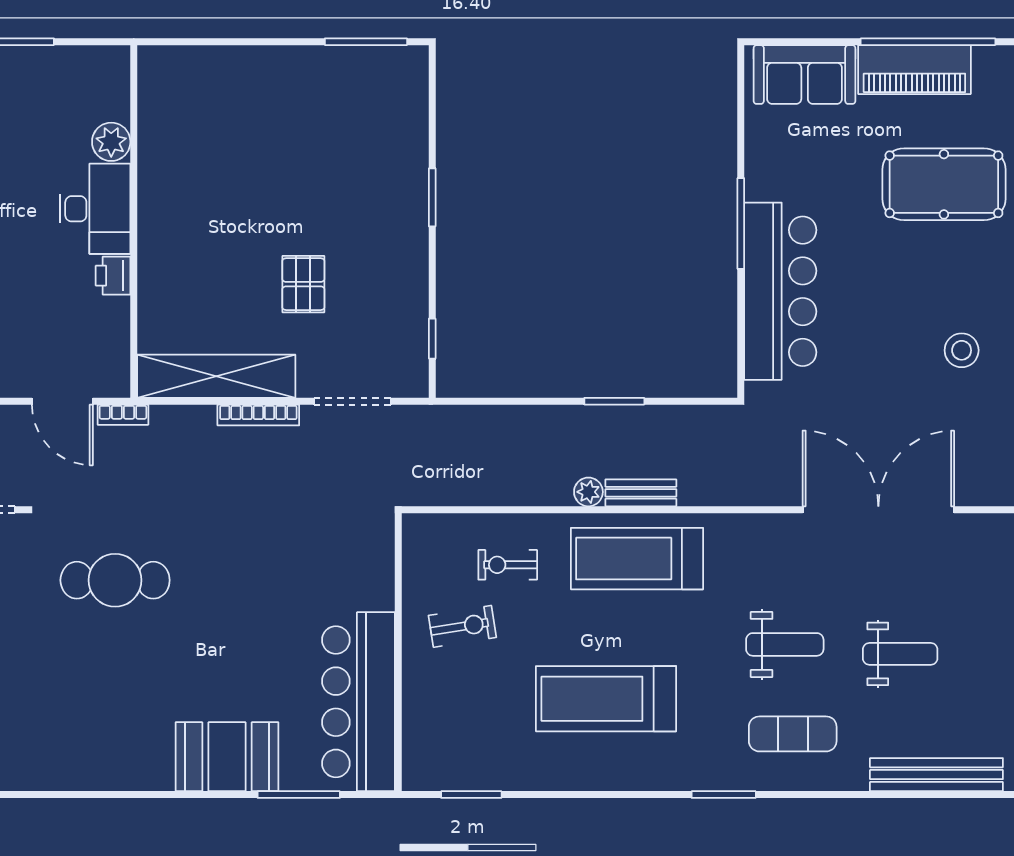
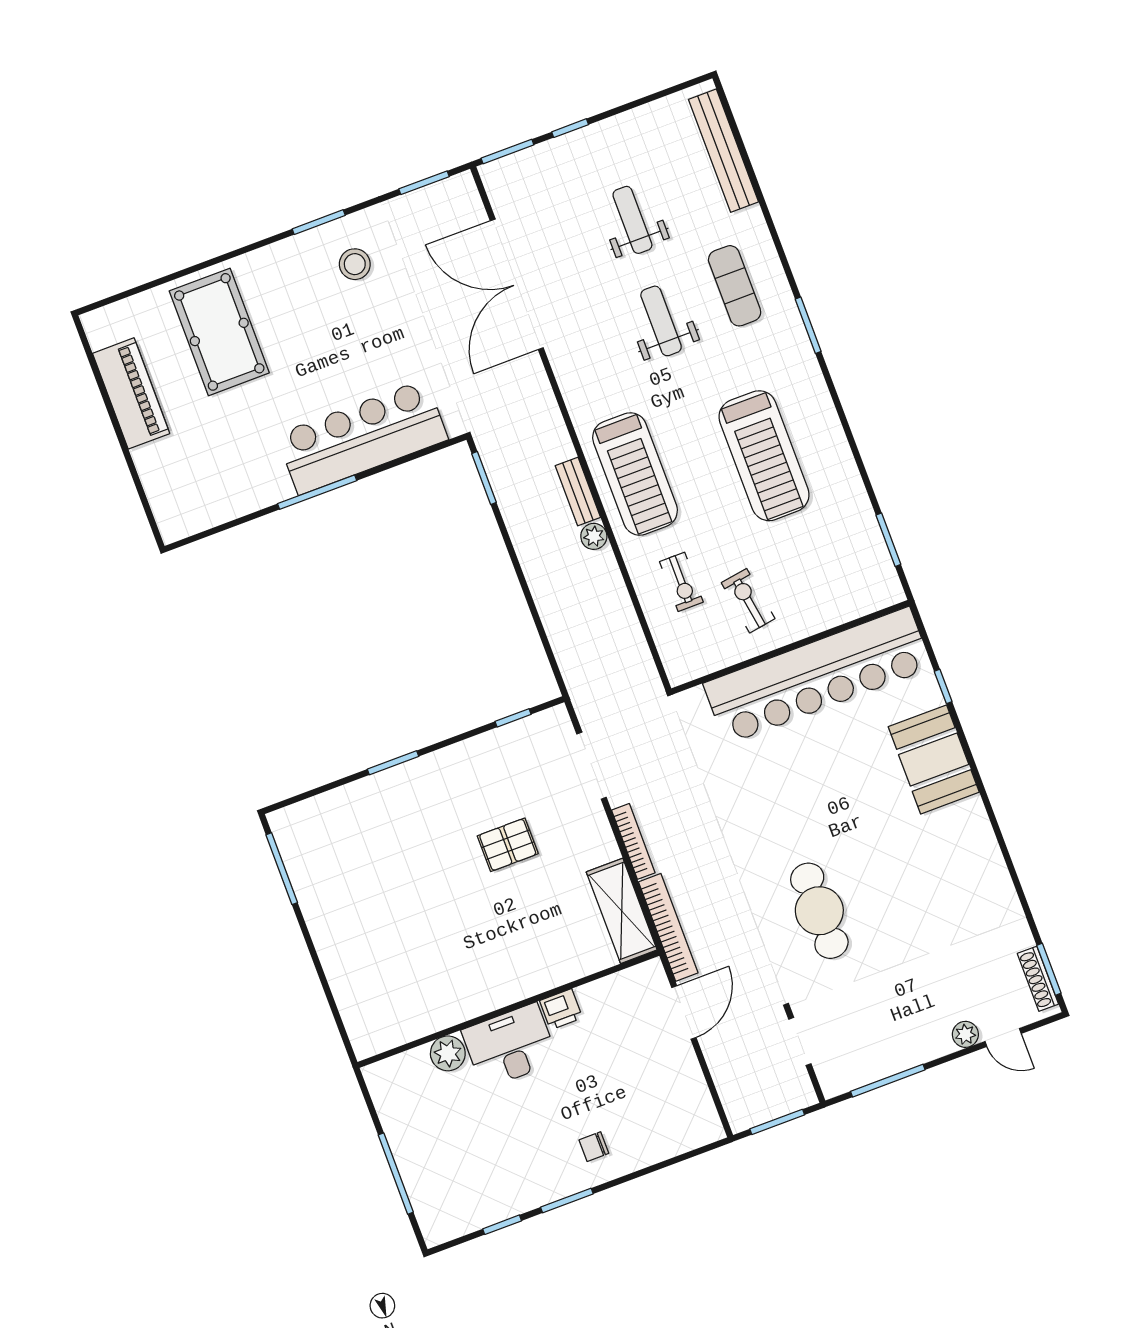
window: (928, 42) -> (103, 391), removed
sofa: (805, 75) -> (170, 485), removed
shelving: (216, 376) -> (622, 911), width x0.68
window: (614, 401) -> (484, 478), moved
bookcase: (123, 415) -> (668, 927), width x2.31, depth x1.31
bar counter: (358, 702) -> (818, 676), width x1.36
window: (299, 795) -> (943, 686), width x0.46

